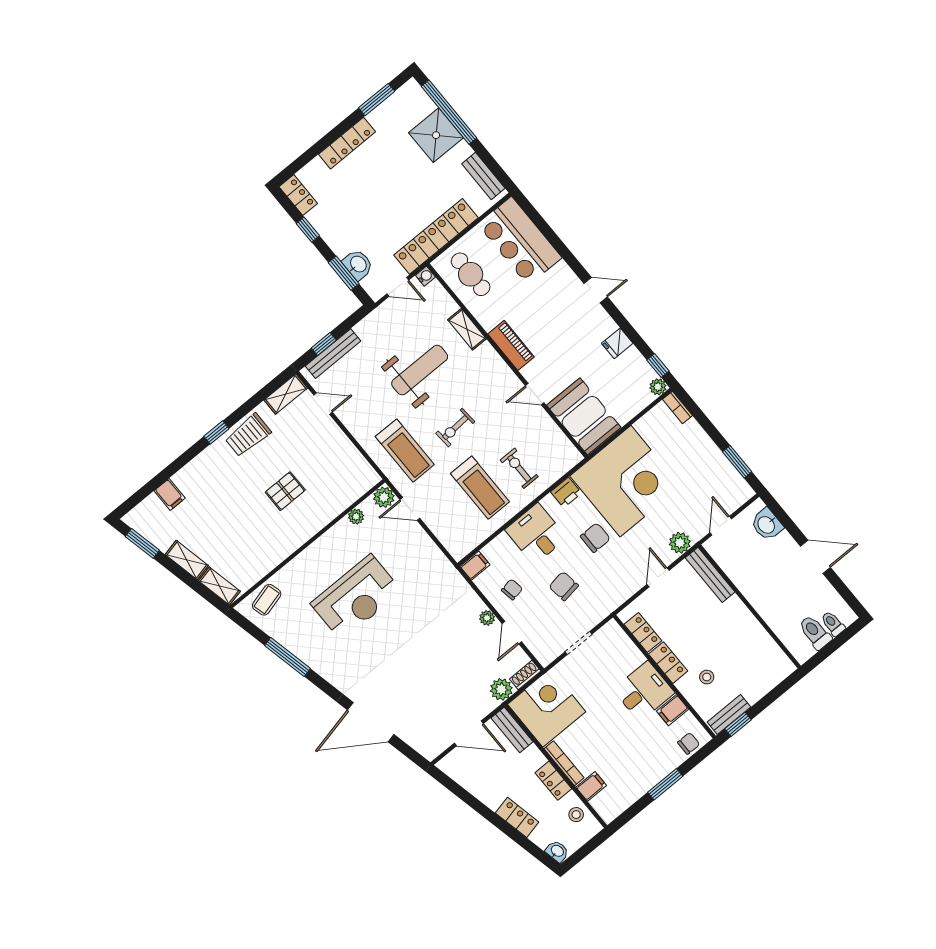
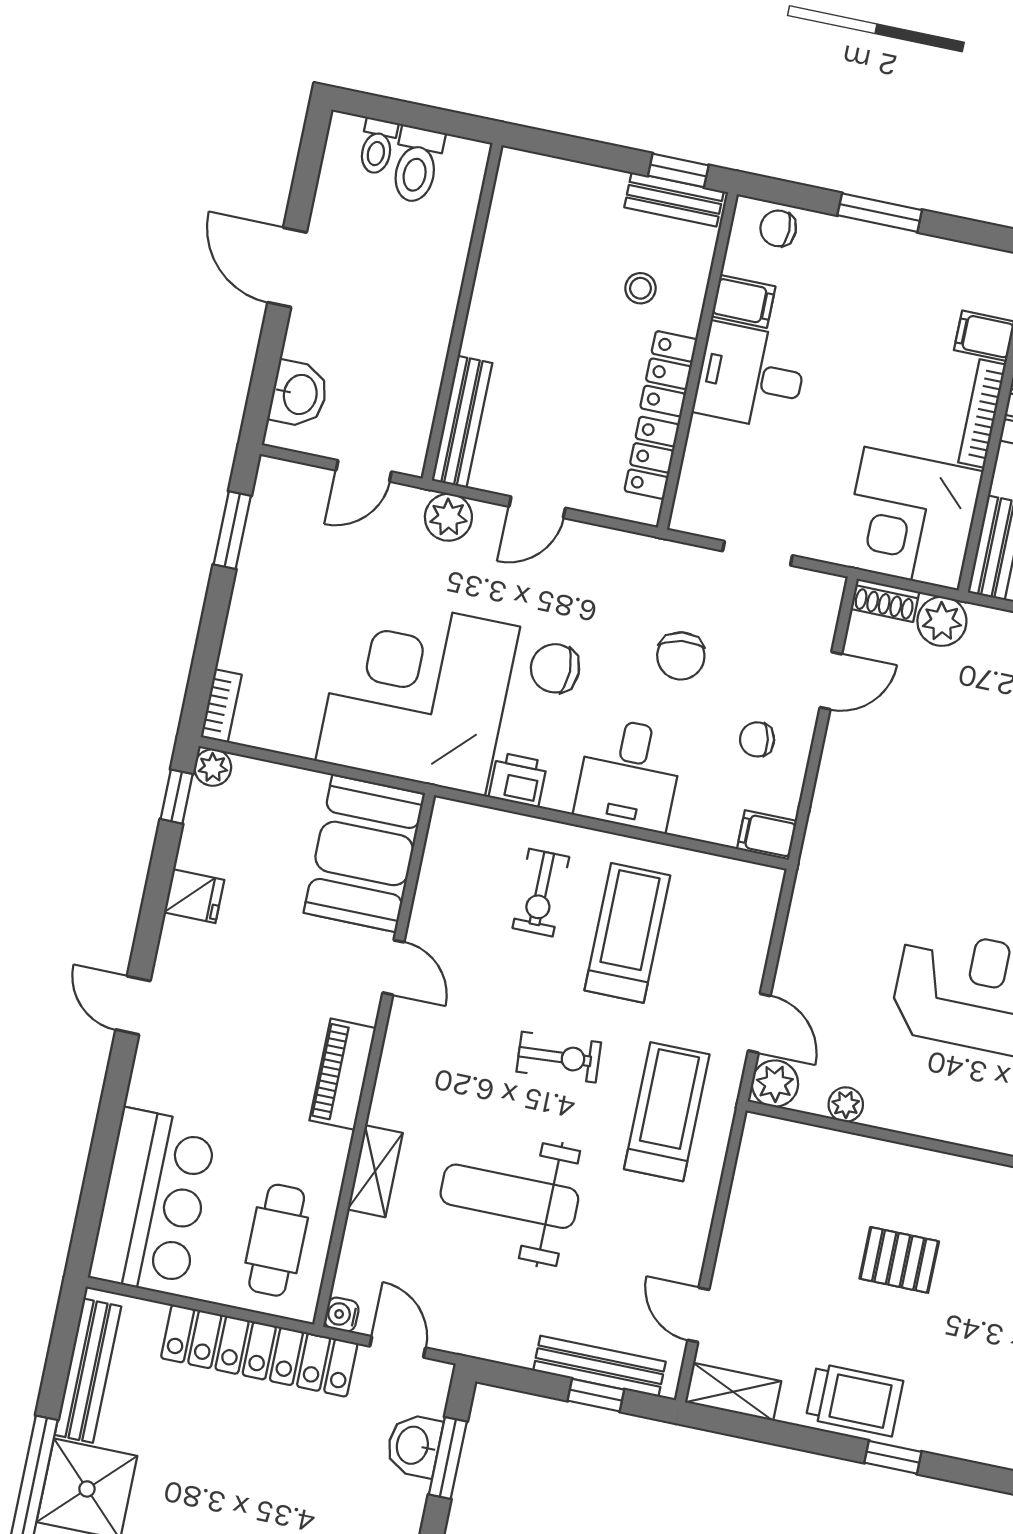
bench: (483, 176) -> (88, 1371), width x1.36
plant: (487, 618) -> (840, 743), removed

